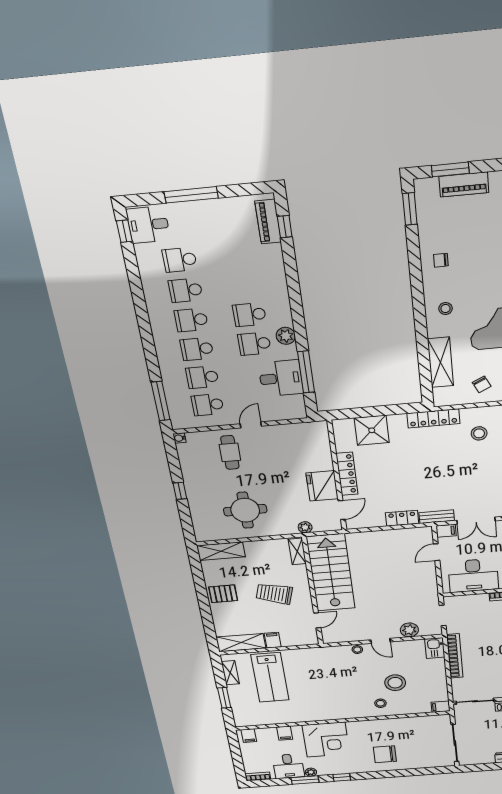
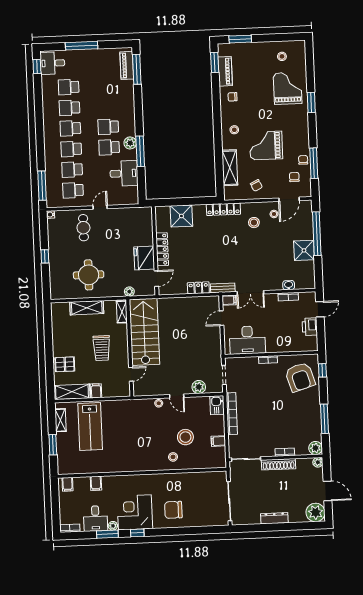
piano: (464, 184) -> (225, 71), moved, turned -90
window: (285, 227) -> (137, 69), width x2.17
window: (306, 372) -> (140, 151), moved
shelving: (221, 551) -> (87, 308), moved
pallet: (223, 594) -> (65, 364), moved
trolley: (274, 594) -> (102, 348), turned -106
filing cabinet: (441, 707) -> (218, 441), moved
corner desk: (326, 740) -> (135, 512), moved, turned 180

